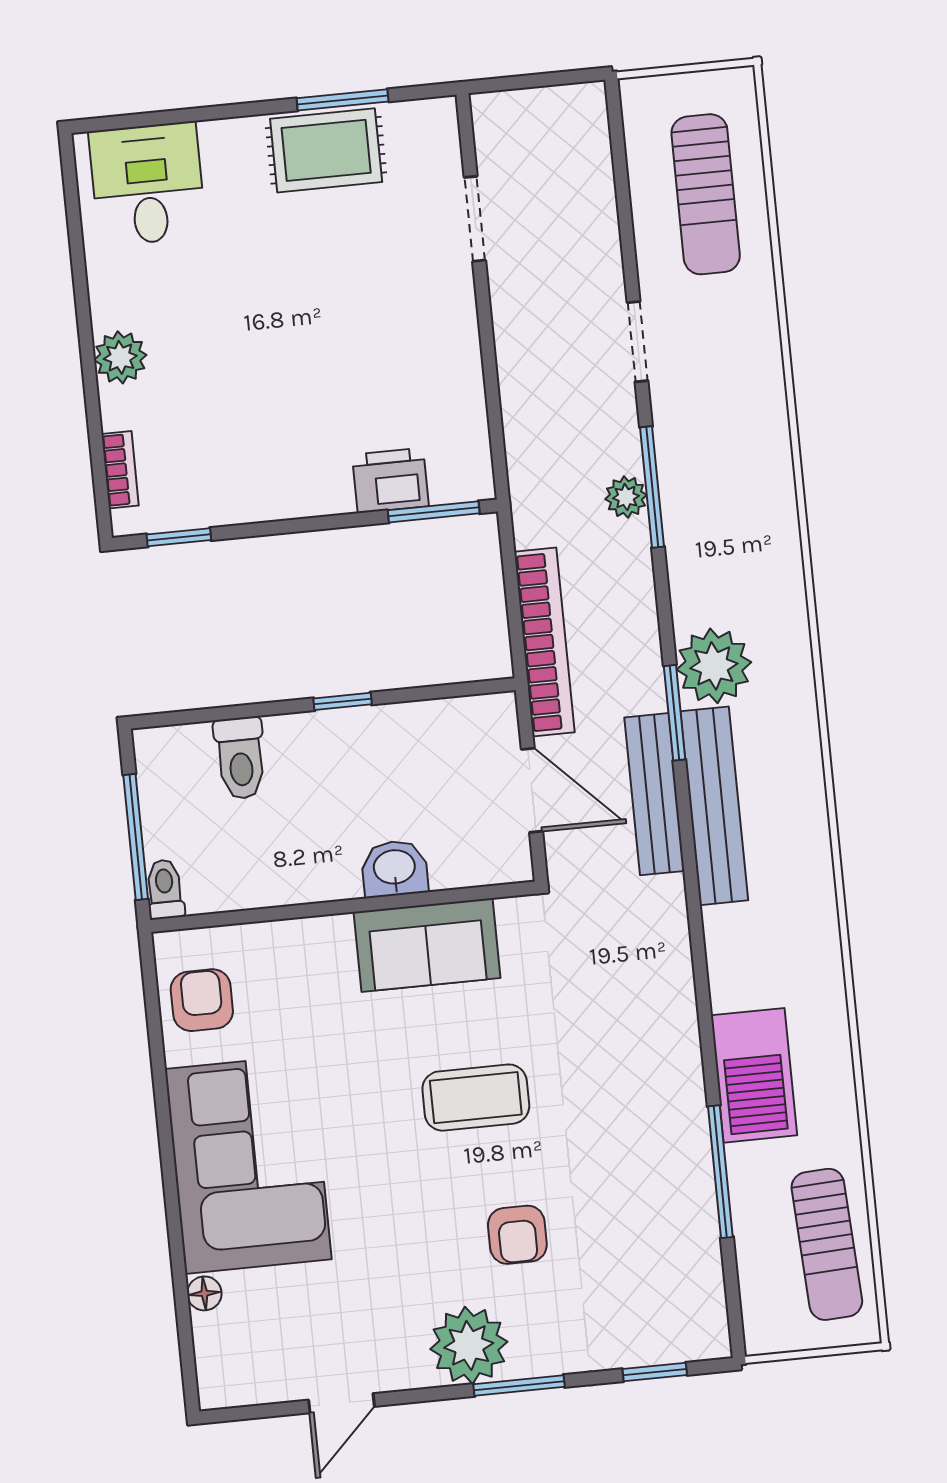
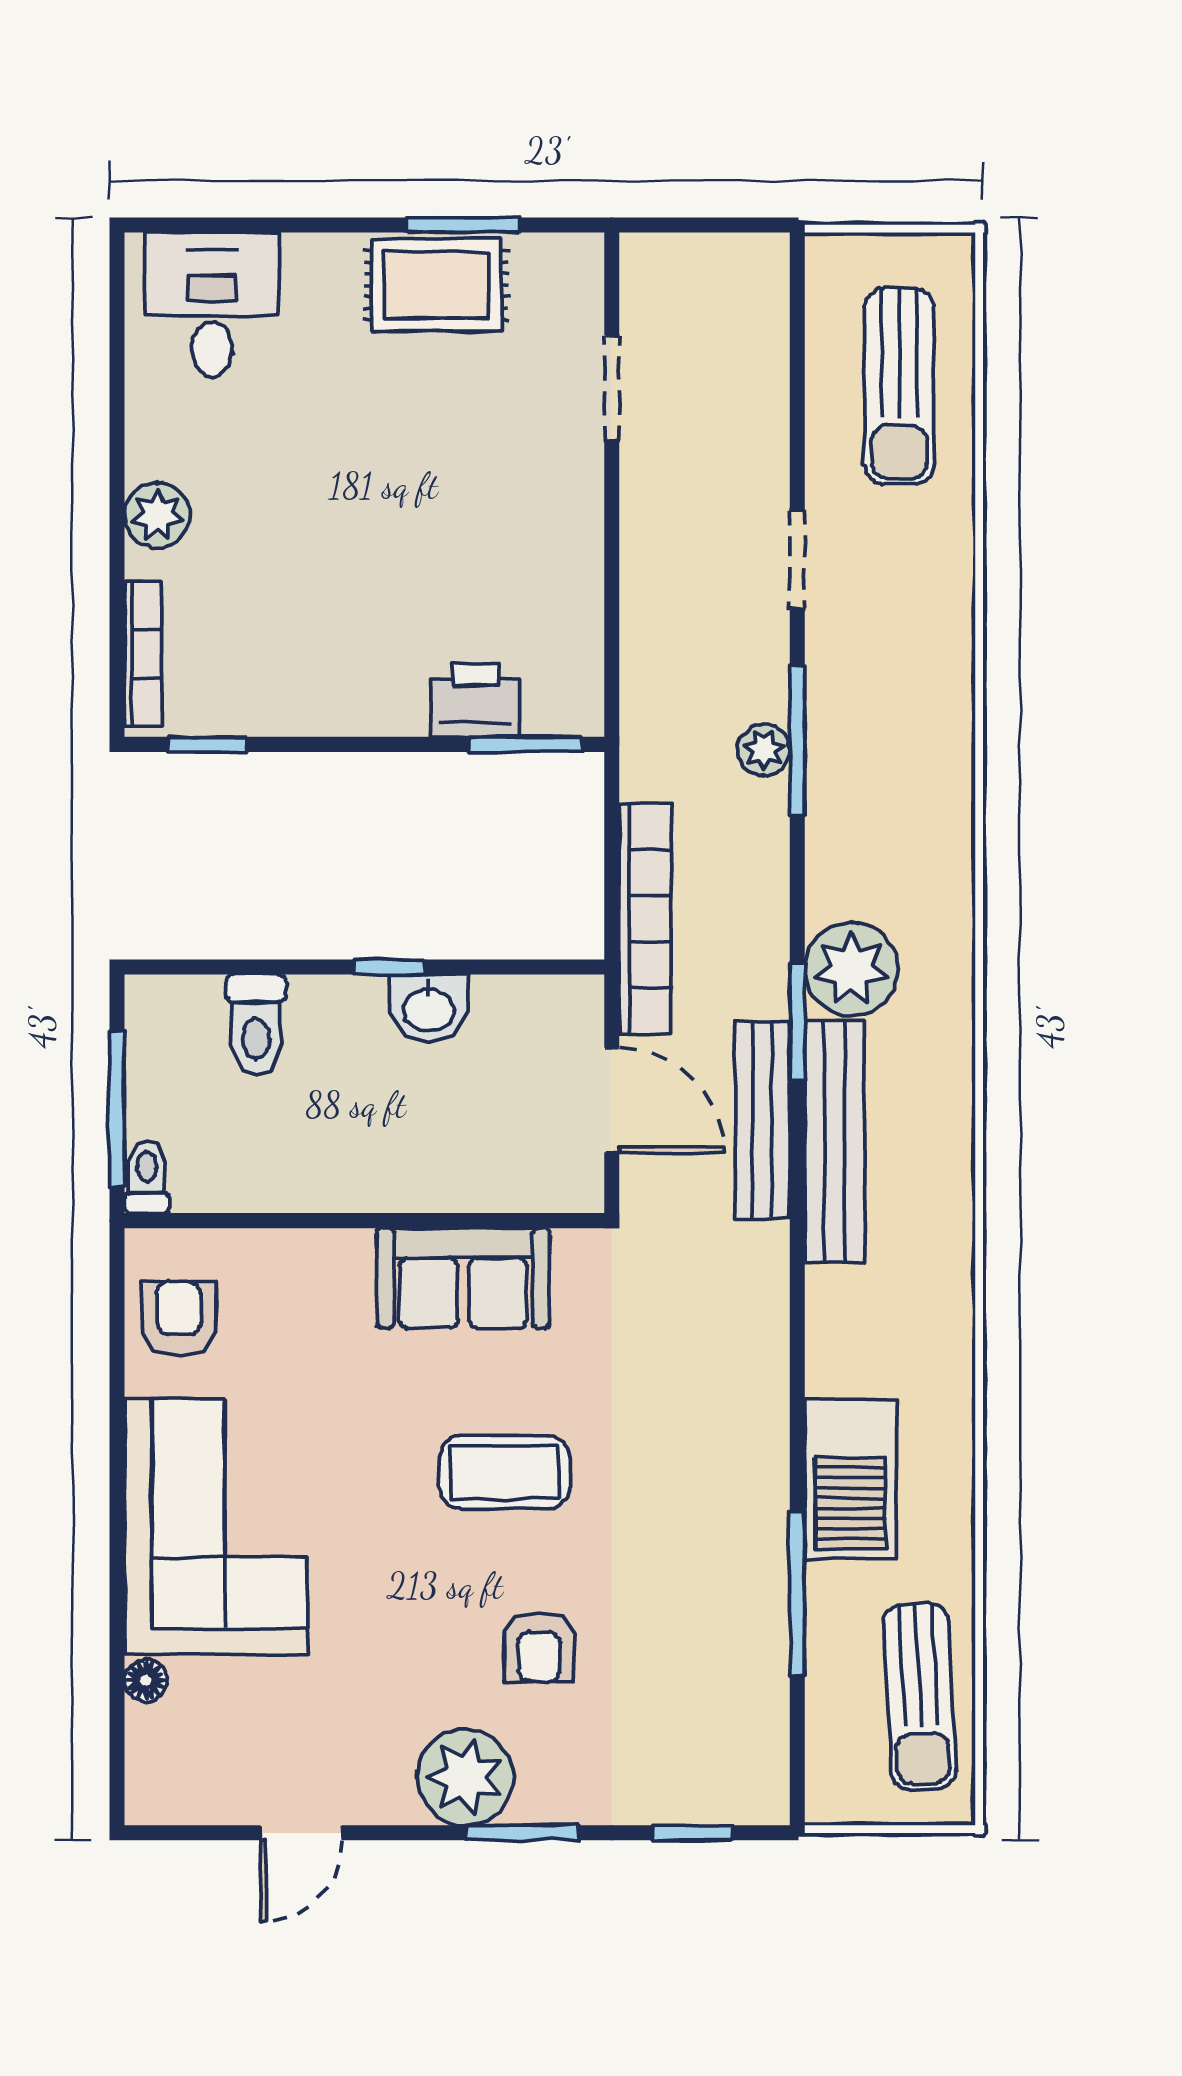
bookcase: (120, 470) -> (143, 654), width x1.56
washbasin: (395, 868) -> (429, 1008), moved, turned 180

